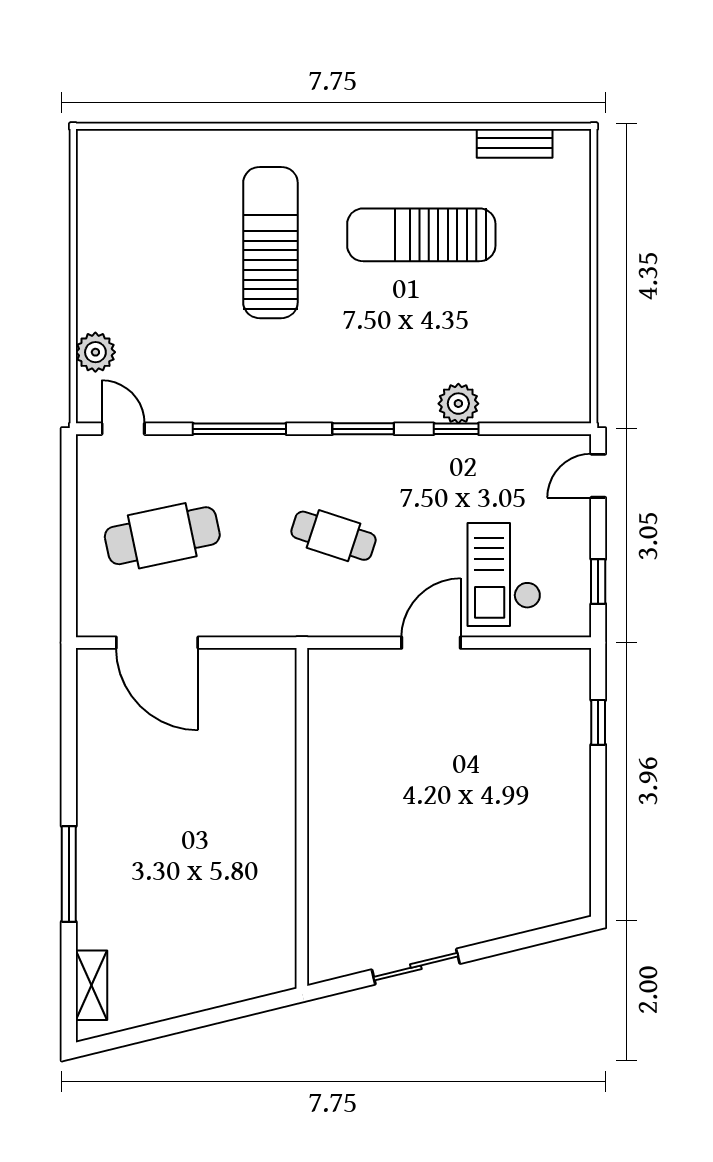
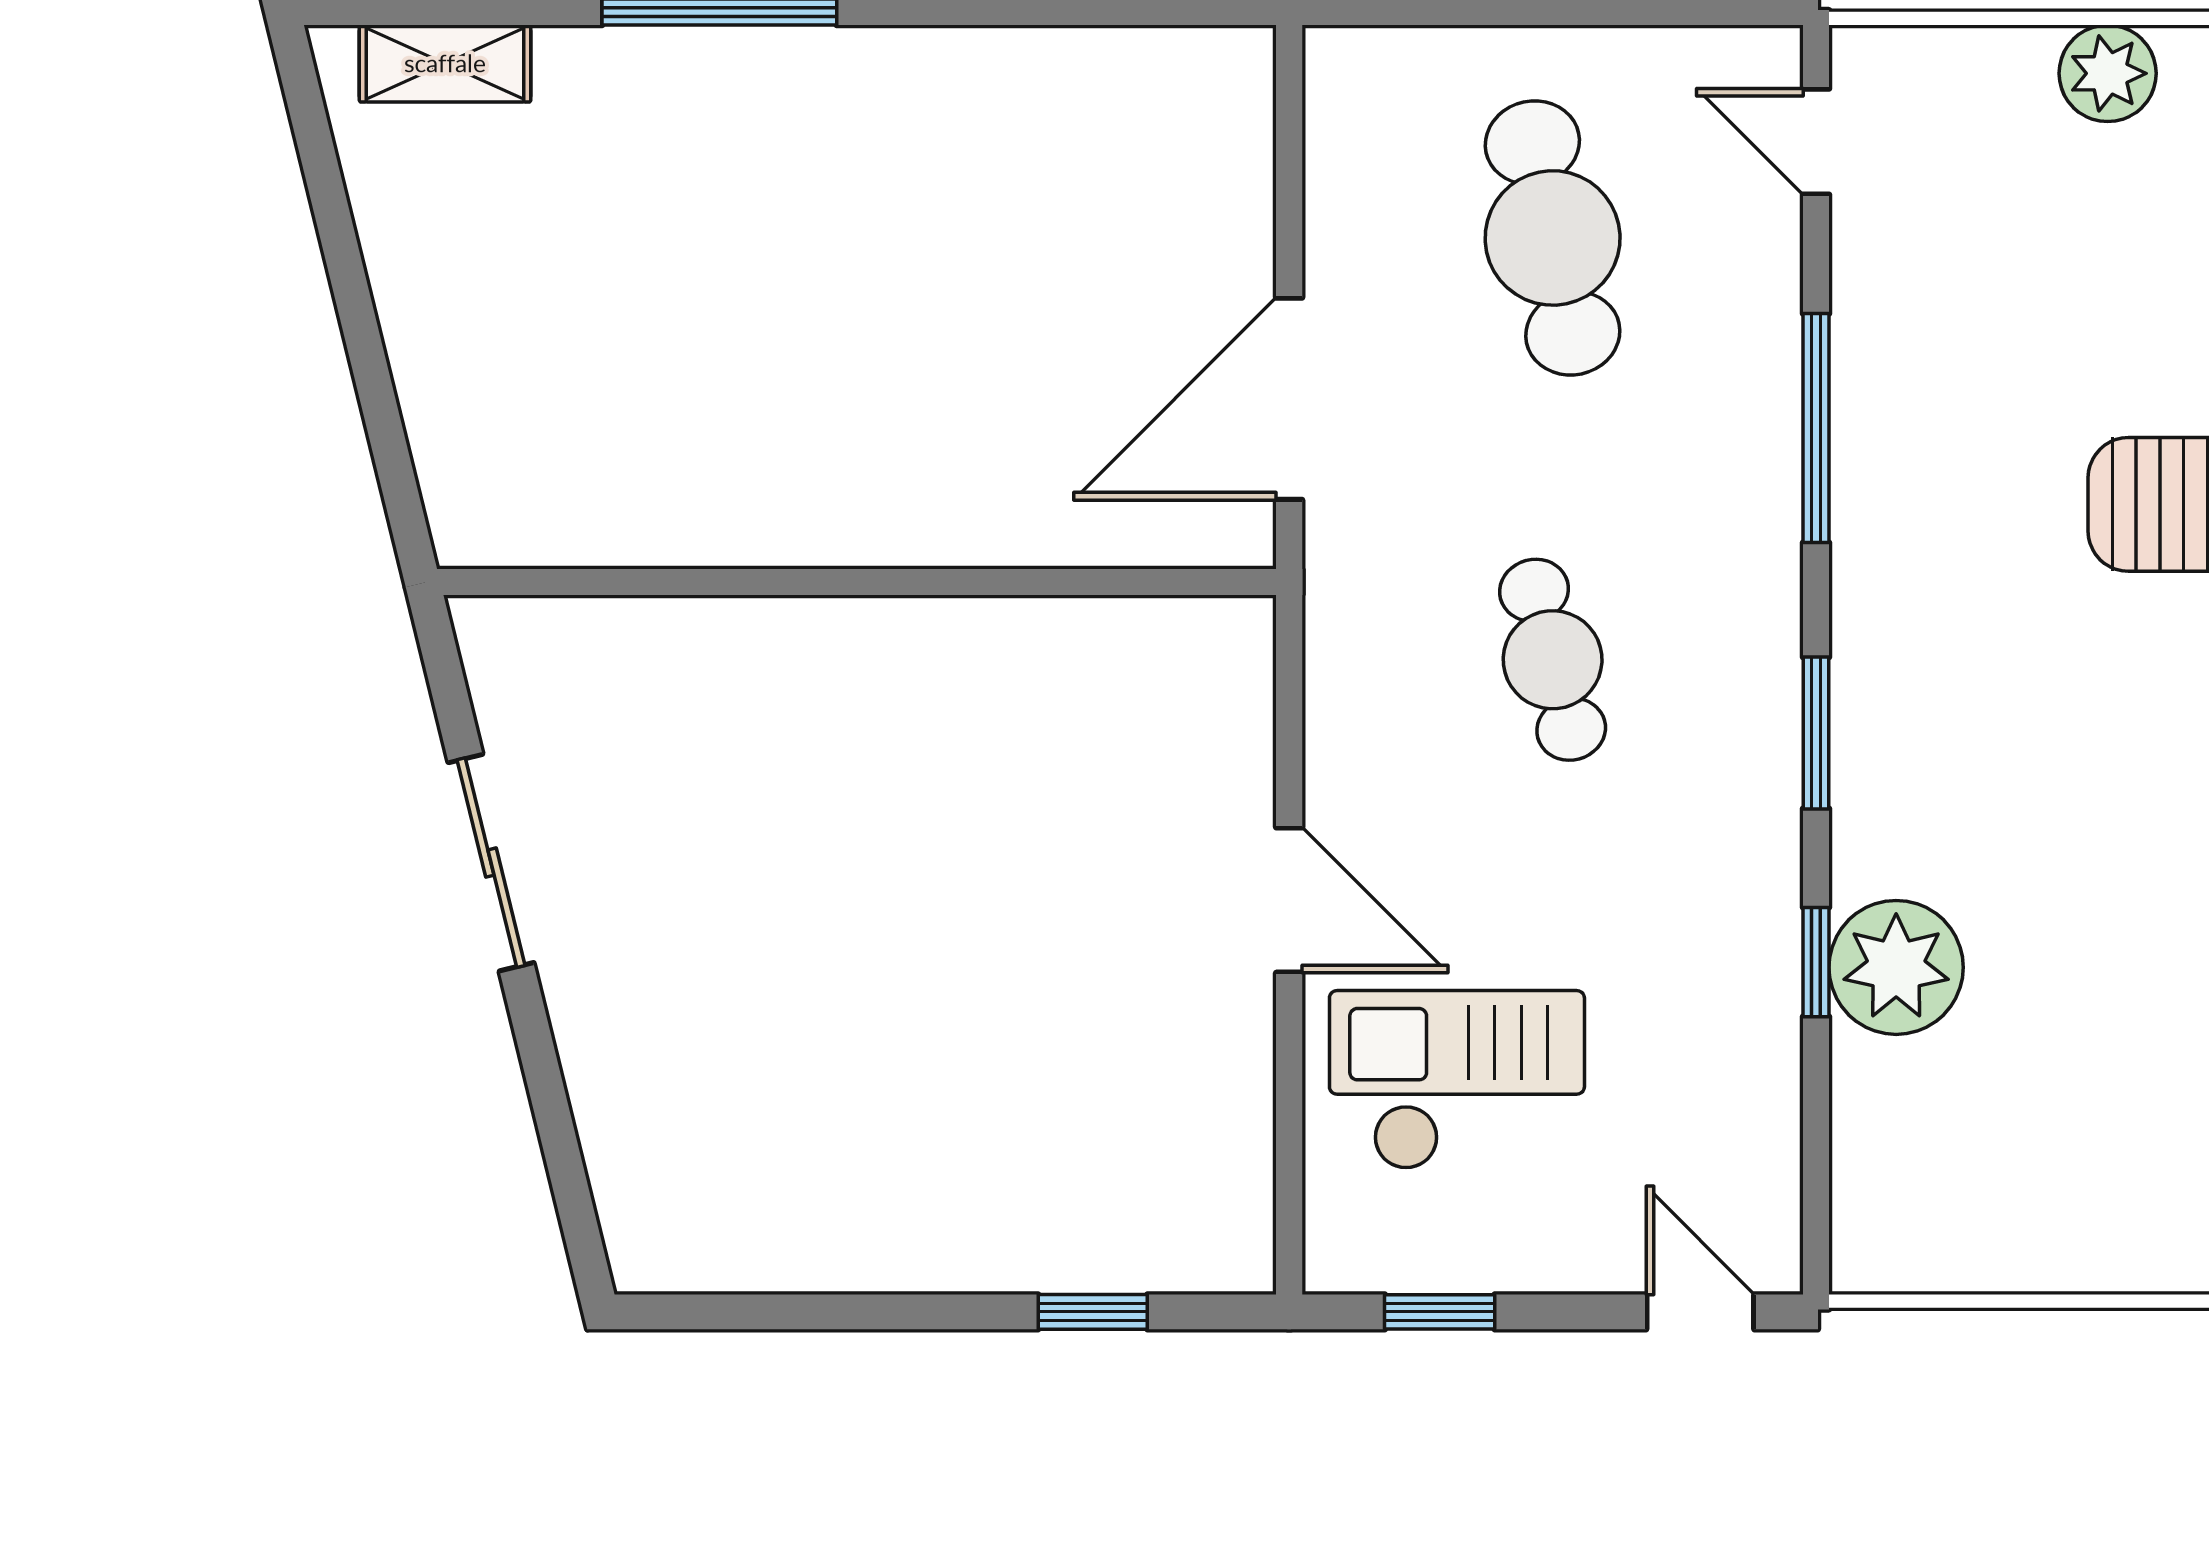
plant: (95, 352) -> (2108, 73), moved
plant: (458, 404) -> (1896, 967), width x1.36, depth x1.36
door: (123, 429) -> (1816, 142), swing flipped
cafe table: (333, 536) -> (1553, 660), turned -33
door: (157, 643) -> (1289, 399), moved

